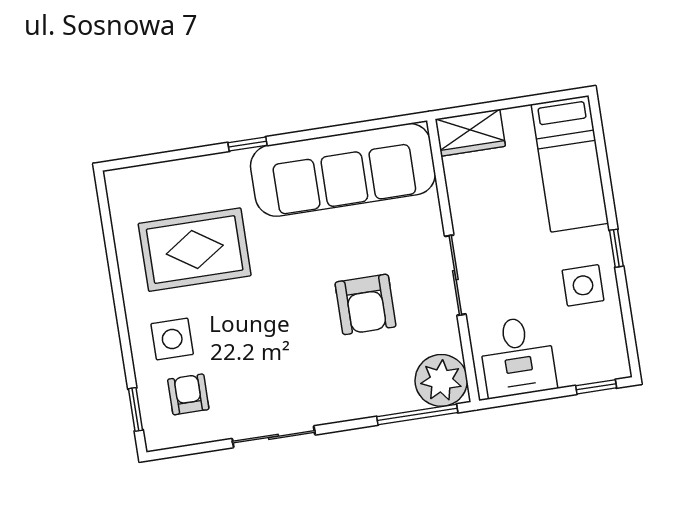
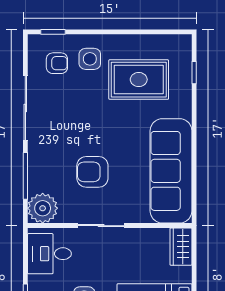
window: (248, 144) -> (194, 73), moved
rug: (195, 250) -> (139, 80), turned 90
window: (417, 415) -> (25, 176), moved
sliding door: (274, 437) -> (25, 108), width x1.37

